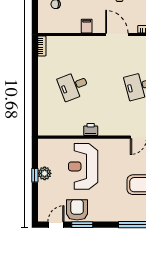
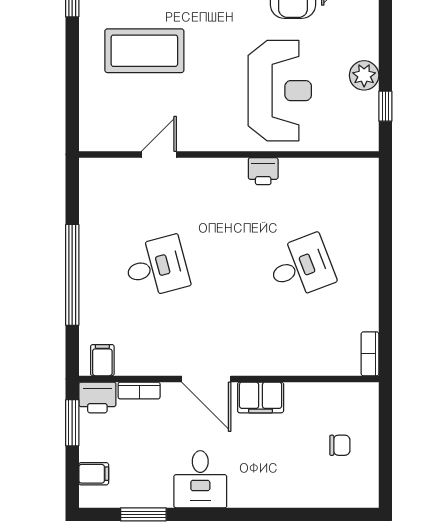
filing cabinet: (87, 26) -> (261, 397), width x2.00
window: (35, 175) -> (385, 106), moved

